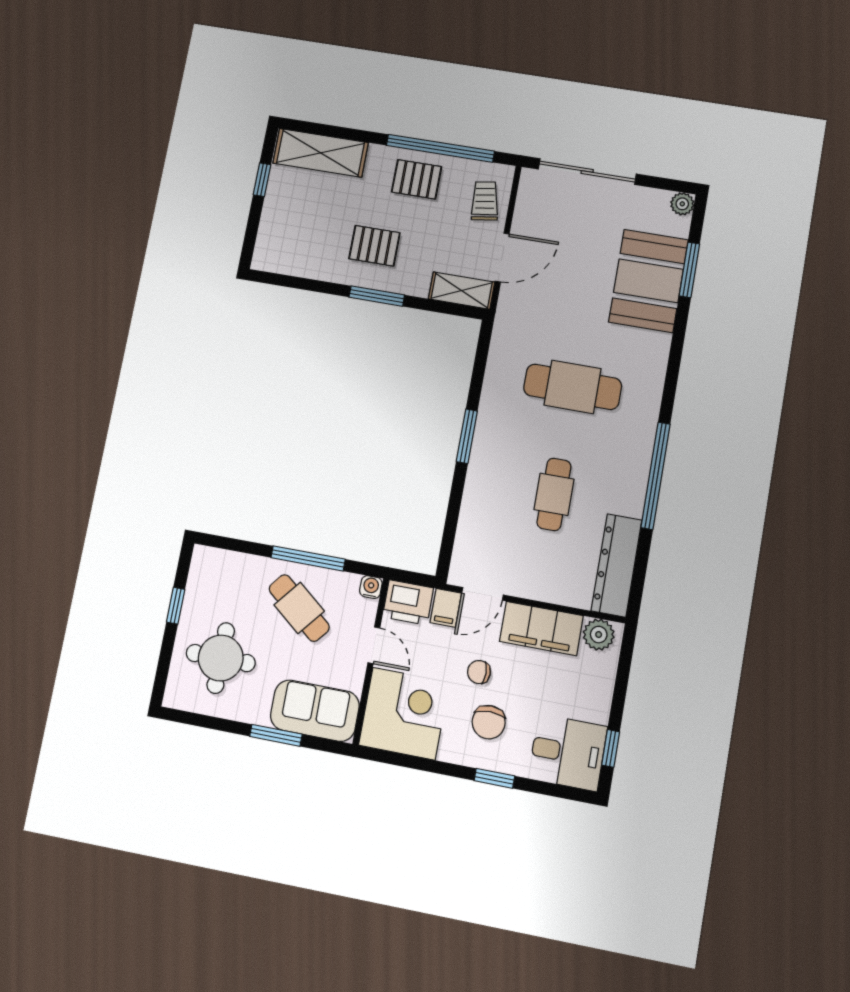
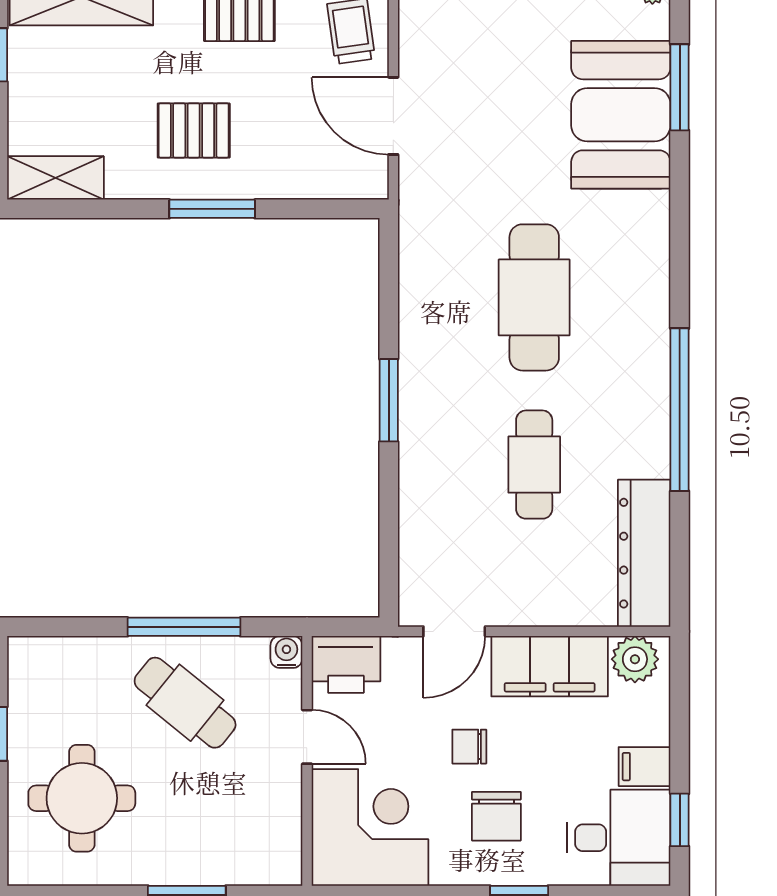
door: (502, 258) -> (393, 116), swing flipped
shelving: (462, 291) -> (55, 178), moved
cafe table: (573, 387) -> (534, 297), turned 90
filing cabinet: (446, 608) -> (644, 767), moved, turned 90
sofa: (315, 711) -> (238, 848), removed

